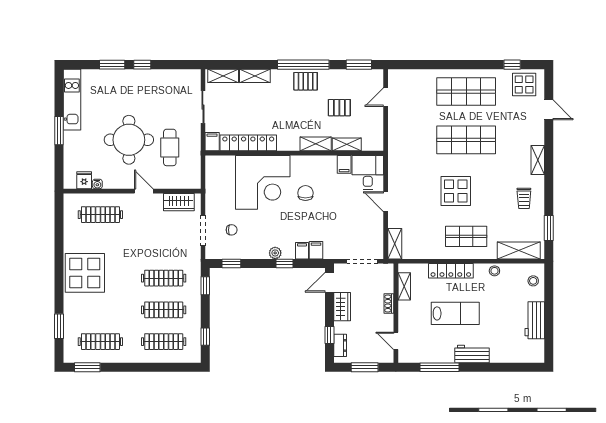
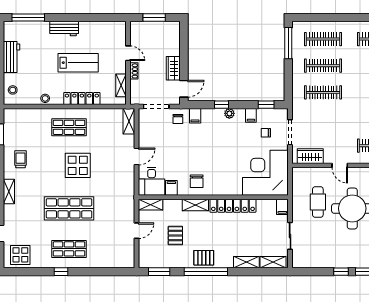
window: (512, 65) -> (61, 272), moved
shop shelf: (466, 92) -> (69, 249), width x0.70, depth x0.74
door: (386, 97) -> (137, 231), moved
pallet: (339, 108) -> (175, 235), turned 90
locker: (248, 143) -> (233, 206), moved
shelving: (347, 144) -> (151, 205), moved
corner desk: (263, 182) -> (265, 173), moved
chair: (305, 193) -> (197, 181), moved
door: (386, 202) -> (137, 156), hinge flipped
chair: (337, 246) -> (178, 119), added
shelving: (519, 250) -> (25, 115), removed
filing cabinet: (302, 251) -> (251, 115), moved
window: (205, 286) -> (288, 86), removed
lab bench: (455, 313) -> (78, 63), turned 180
window: (329, 335) -> (184, 45), removed
window: (205, 337) -> (288, 43), width x2.17
door: (396, 341) -> (128, 53), moved
dresser: (340, 345) -> (175, 36), removed
window: (440, 367) -> (28, 17), moved

